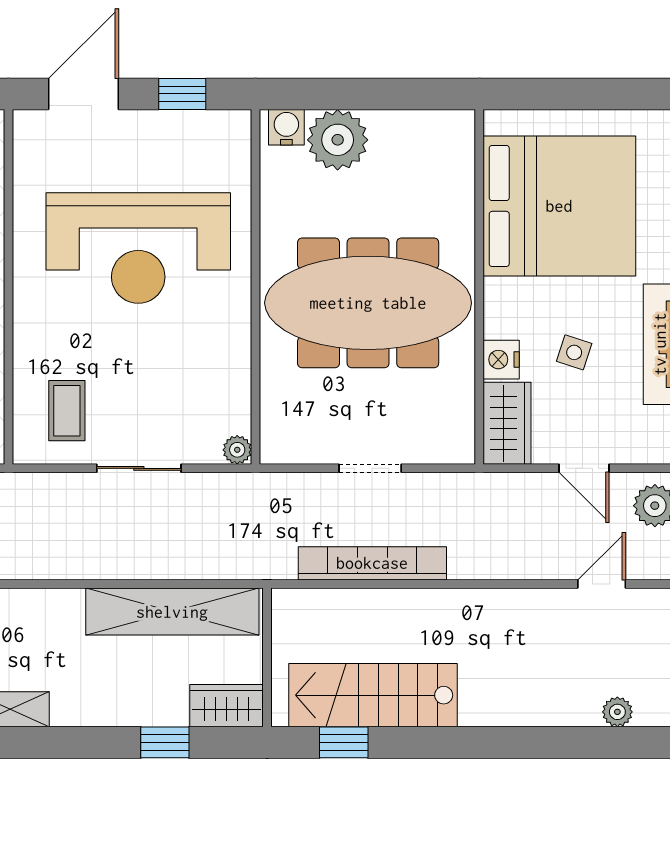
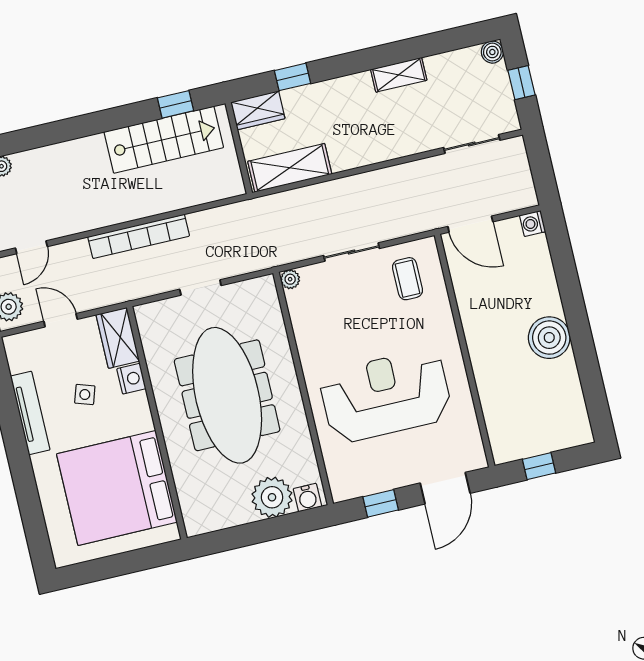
meeting table: (368, 303) -> (227, 395), turned 90
bookcase: (372, 563) -> (139, 236), moved
shelving: (172, 612) -> (290, 168), width x0.68

